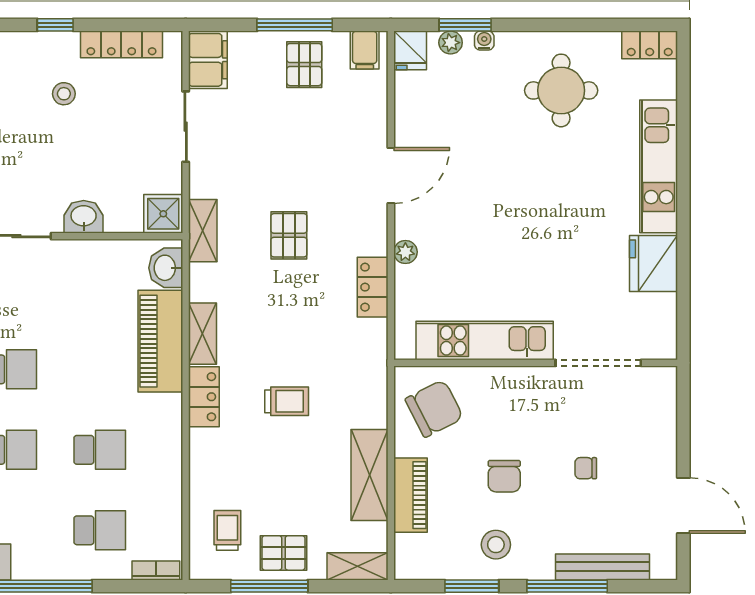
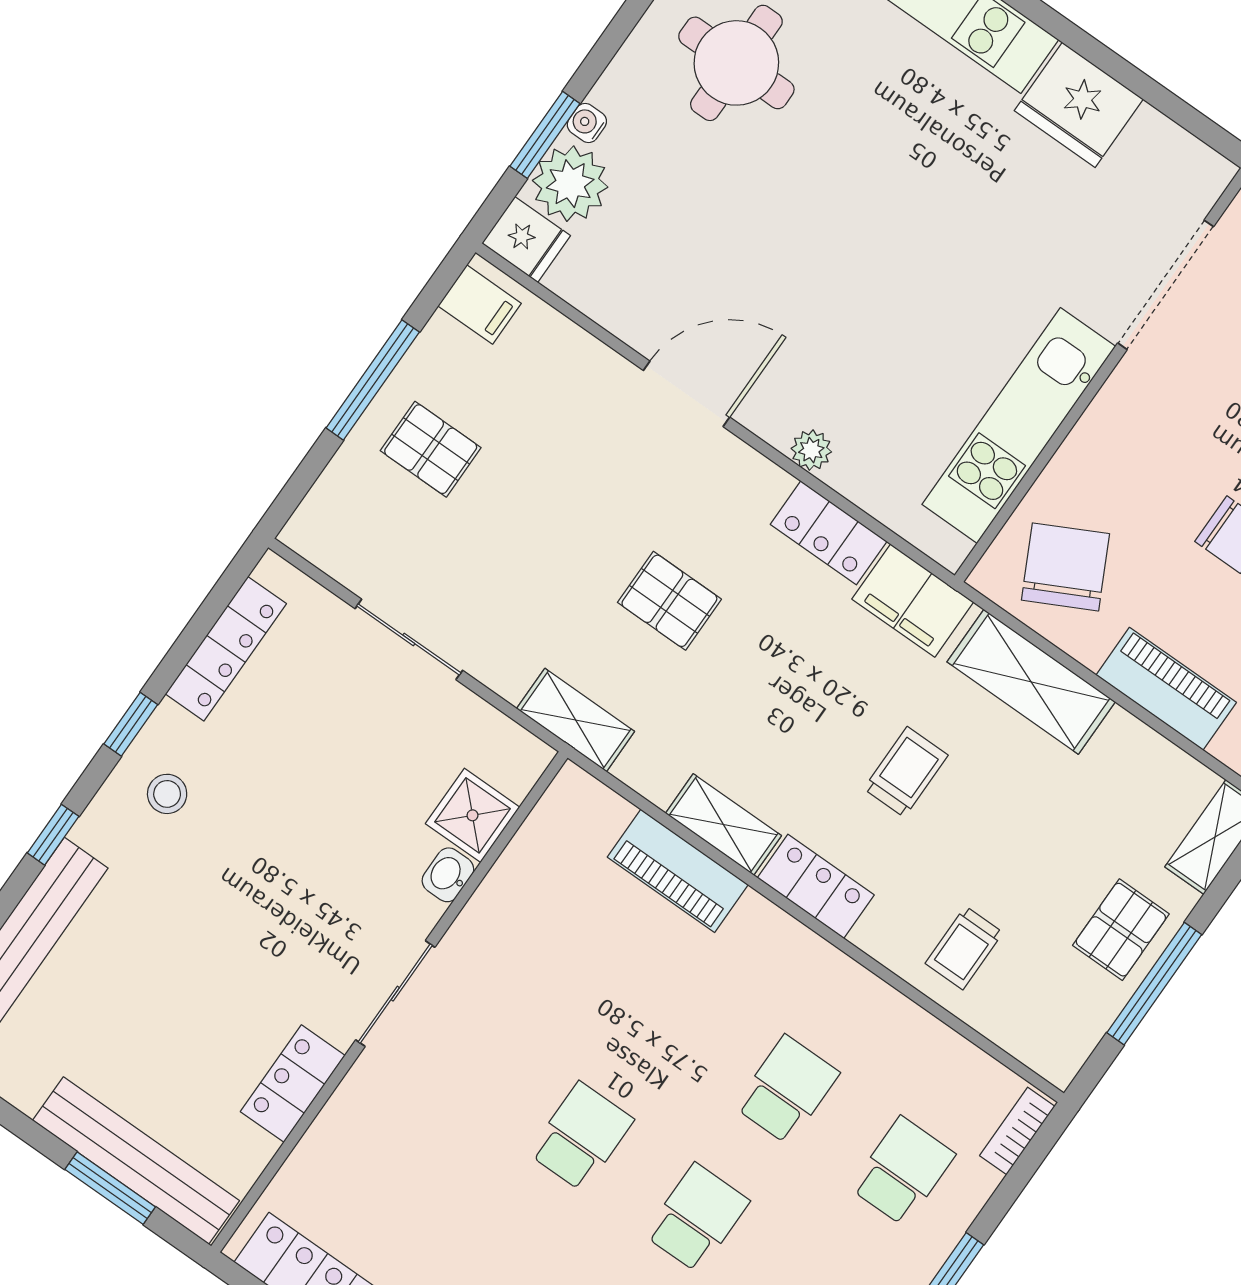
plant: (451, 43) -> (570, 184), width x1.87, depth x1.87
filing cabinet: (208, 60) -> (913, 601), moved, turned 180
pallet: (304, 65) -> (431, 449), moved
stool: (64, 94) -> (167, 794), moved
door: (391, 176) -> (687, 394), hinge flipped
shower: (163, 214) -> (473, 815), moved
washbasin: (84, 217) -> (448, 875), width x0.72, depth x0.69
washbasin: (166, 268) -> (592, 811), removed
piano: (160, 341) -> (678, 871), width x0.73, depth x0.75
shelving: (369, 475) -> (1031, 682), moved
trolley: (227, 530) -> (964, 948), moved, turned -90

